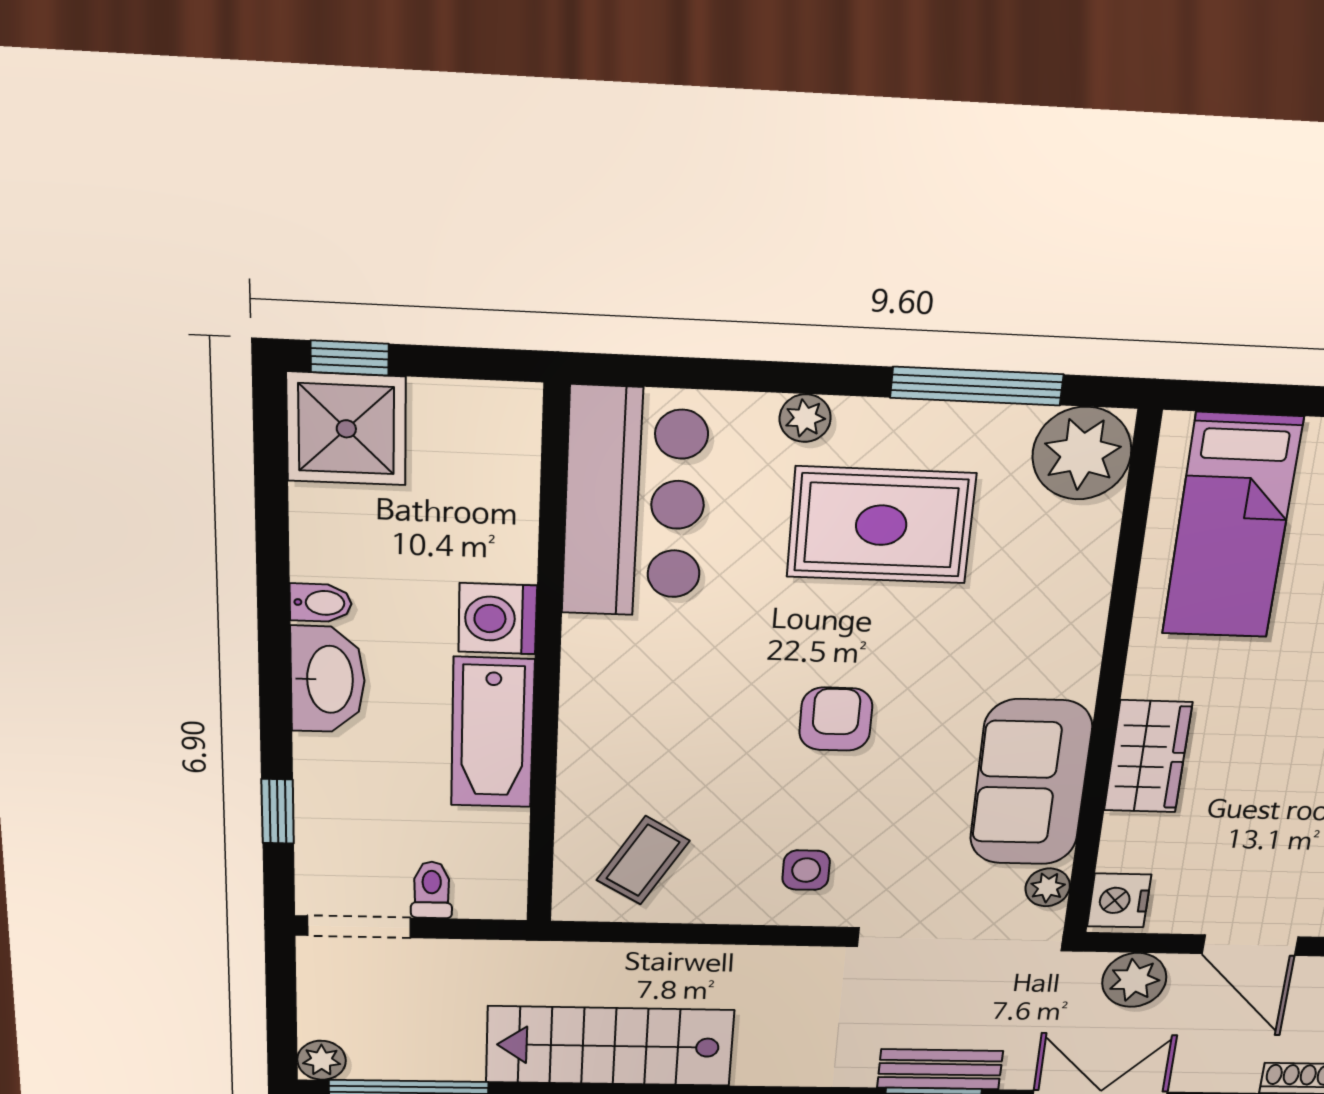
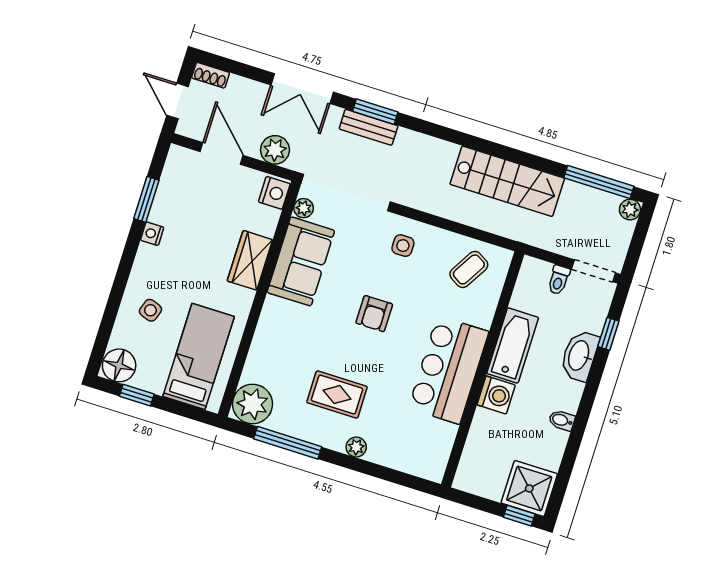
bar counter: (635, 503) -> (448, 370), moved
rug: (881, 525) -> (337, 395), width x0.73, depth x0.70
washbasin: (328, 679) -> (579, 356), moved

